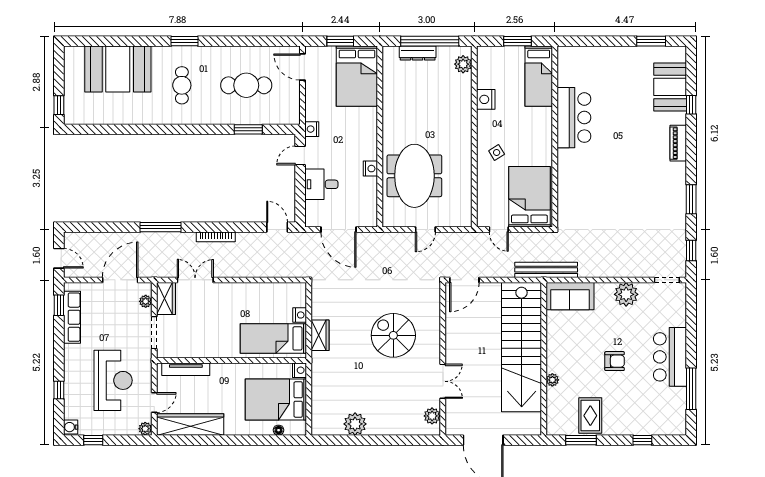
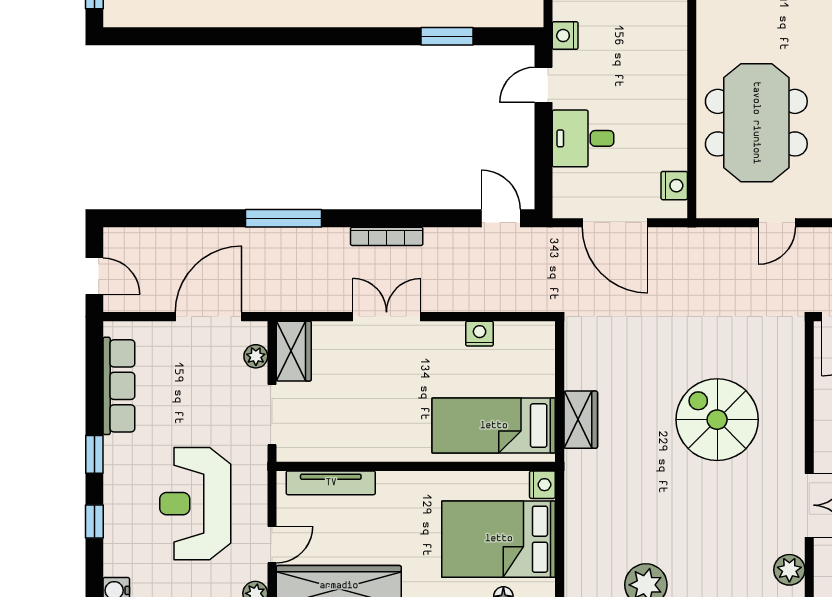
nightstand: (370, 169) -> (674, 186), moved
double door: (195, 280) -> (387, 317), moved
window: (59, 305) -> (94, 454), moved
nightstand: (300, 315) -> (480, 334), moved, turned -90
reception desk: (113, 380) -> (195, 504), turned 180

